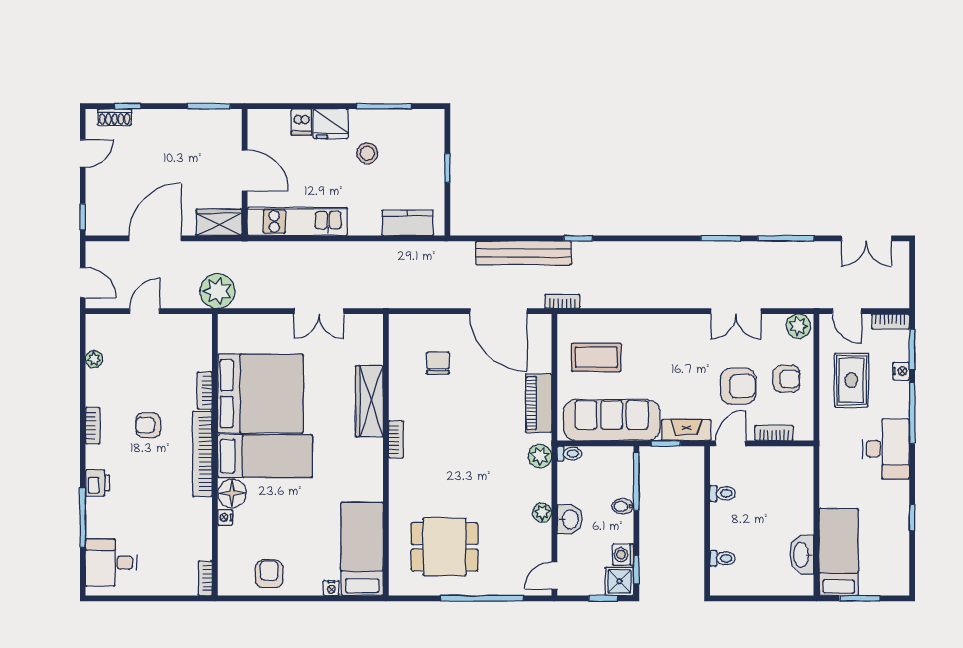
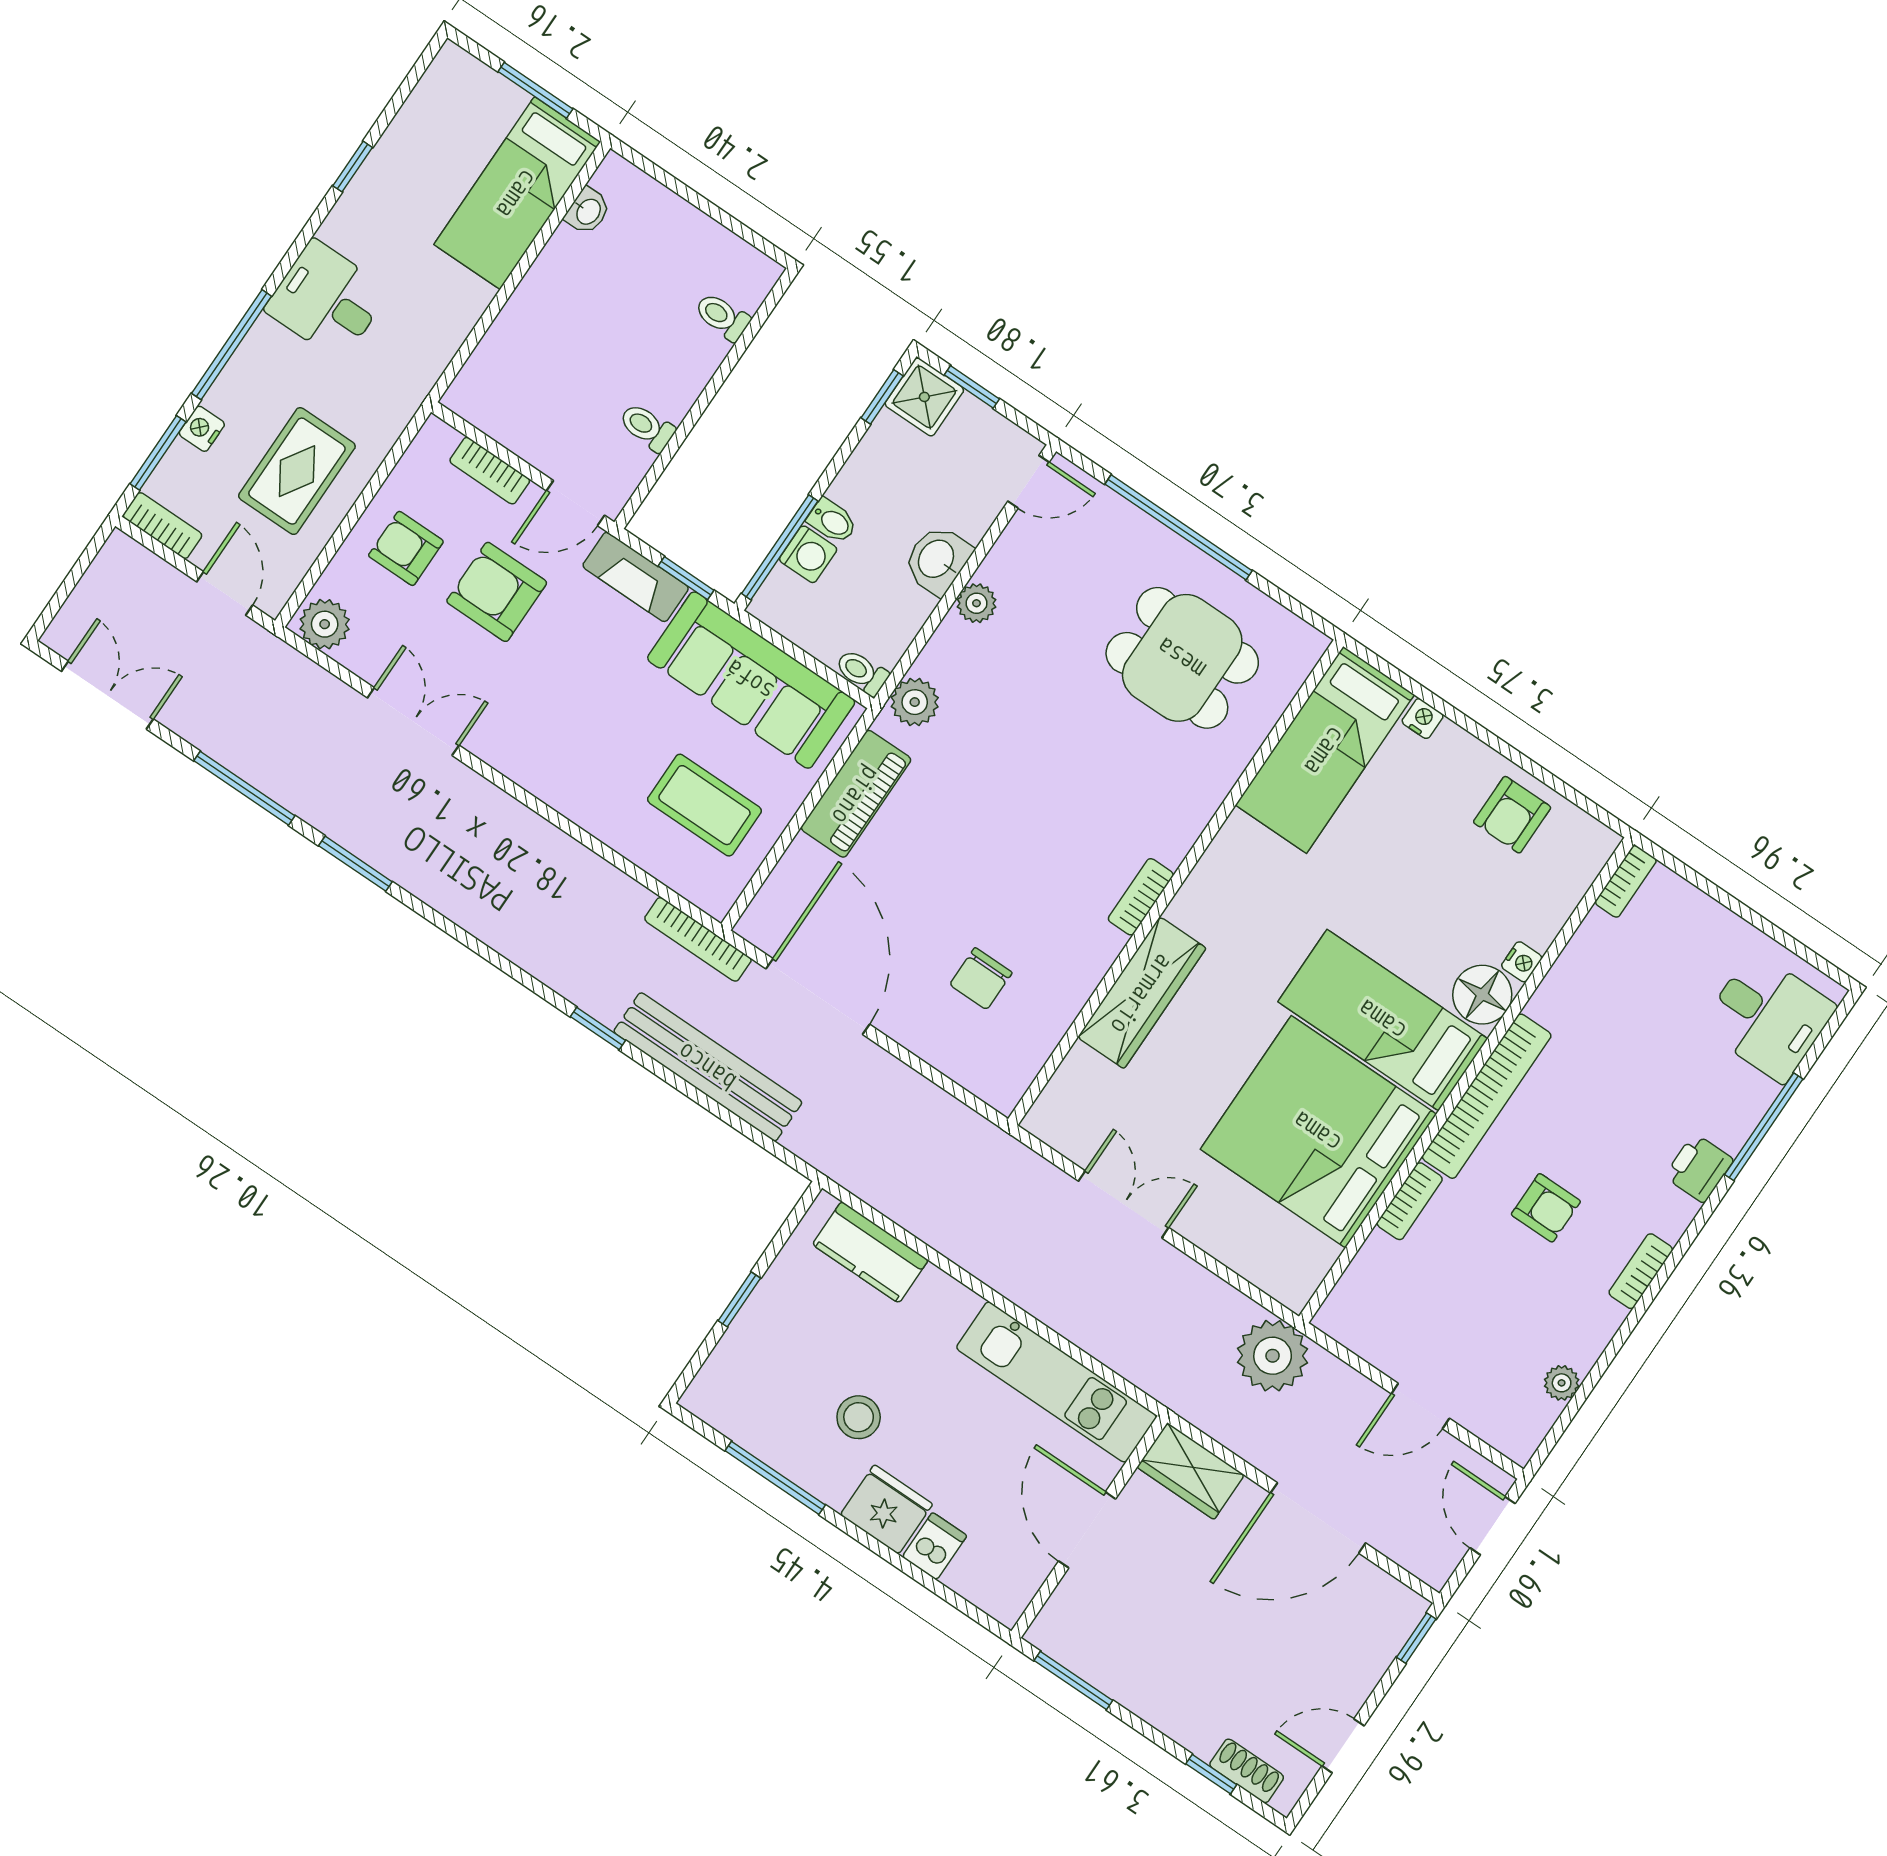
bookcase: (562, 301) -> (698, 939), width x1.56
desk: (886, 449) -> (327, 300), width x0.73
washing machine: (623, 555) -> (808, 554), moved
washbasin: (802, 555) -> (588, 211), width x0.52, depth x0.69

